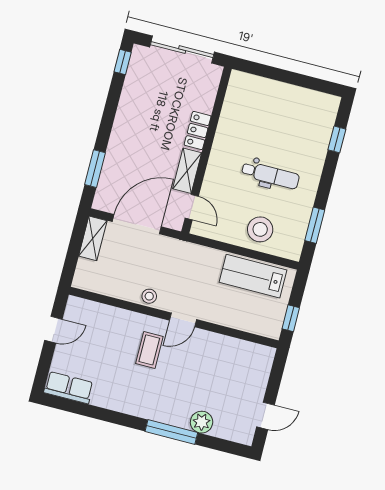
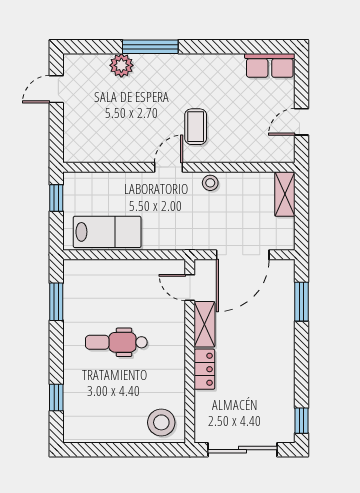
stool: (260, 229) -> (161, 422), moved
shelving: (93, 238) -> (285, 194), moved

